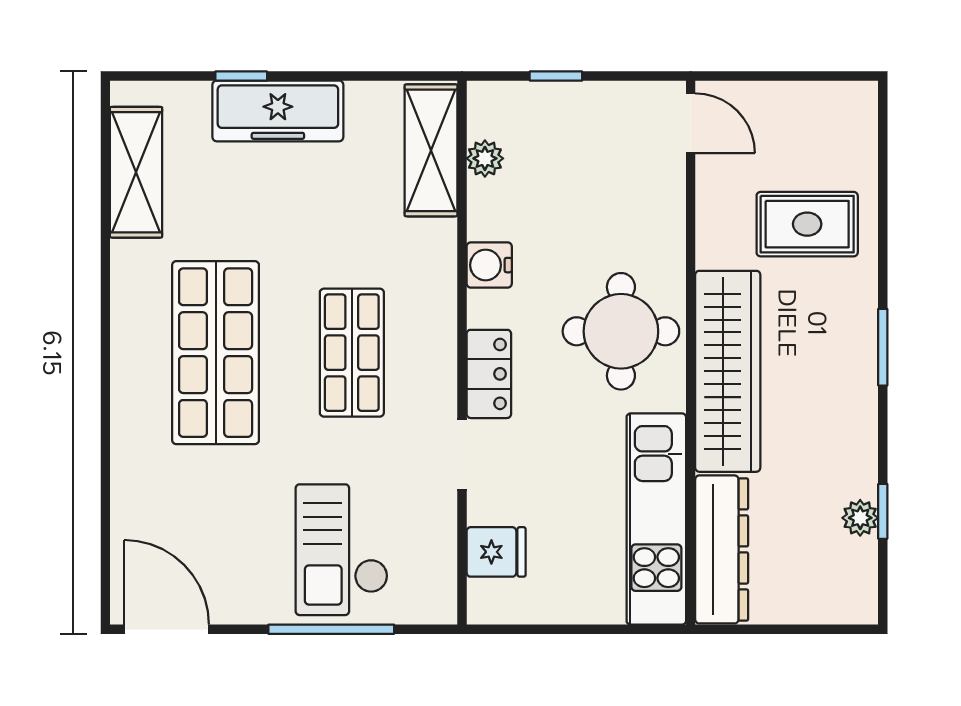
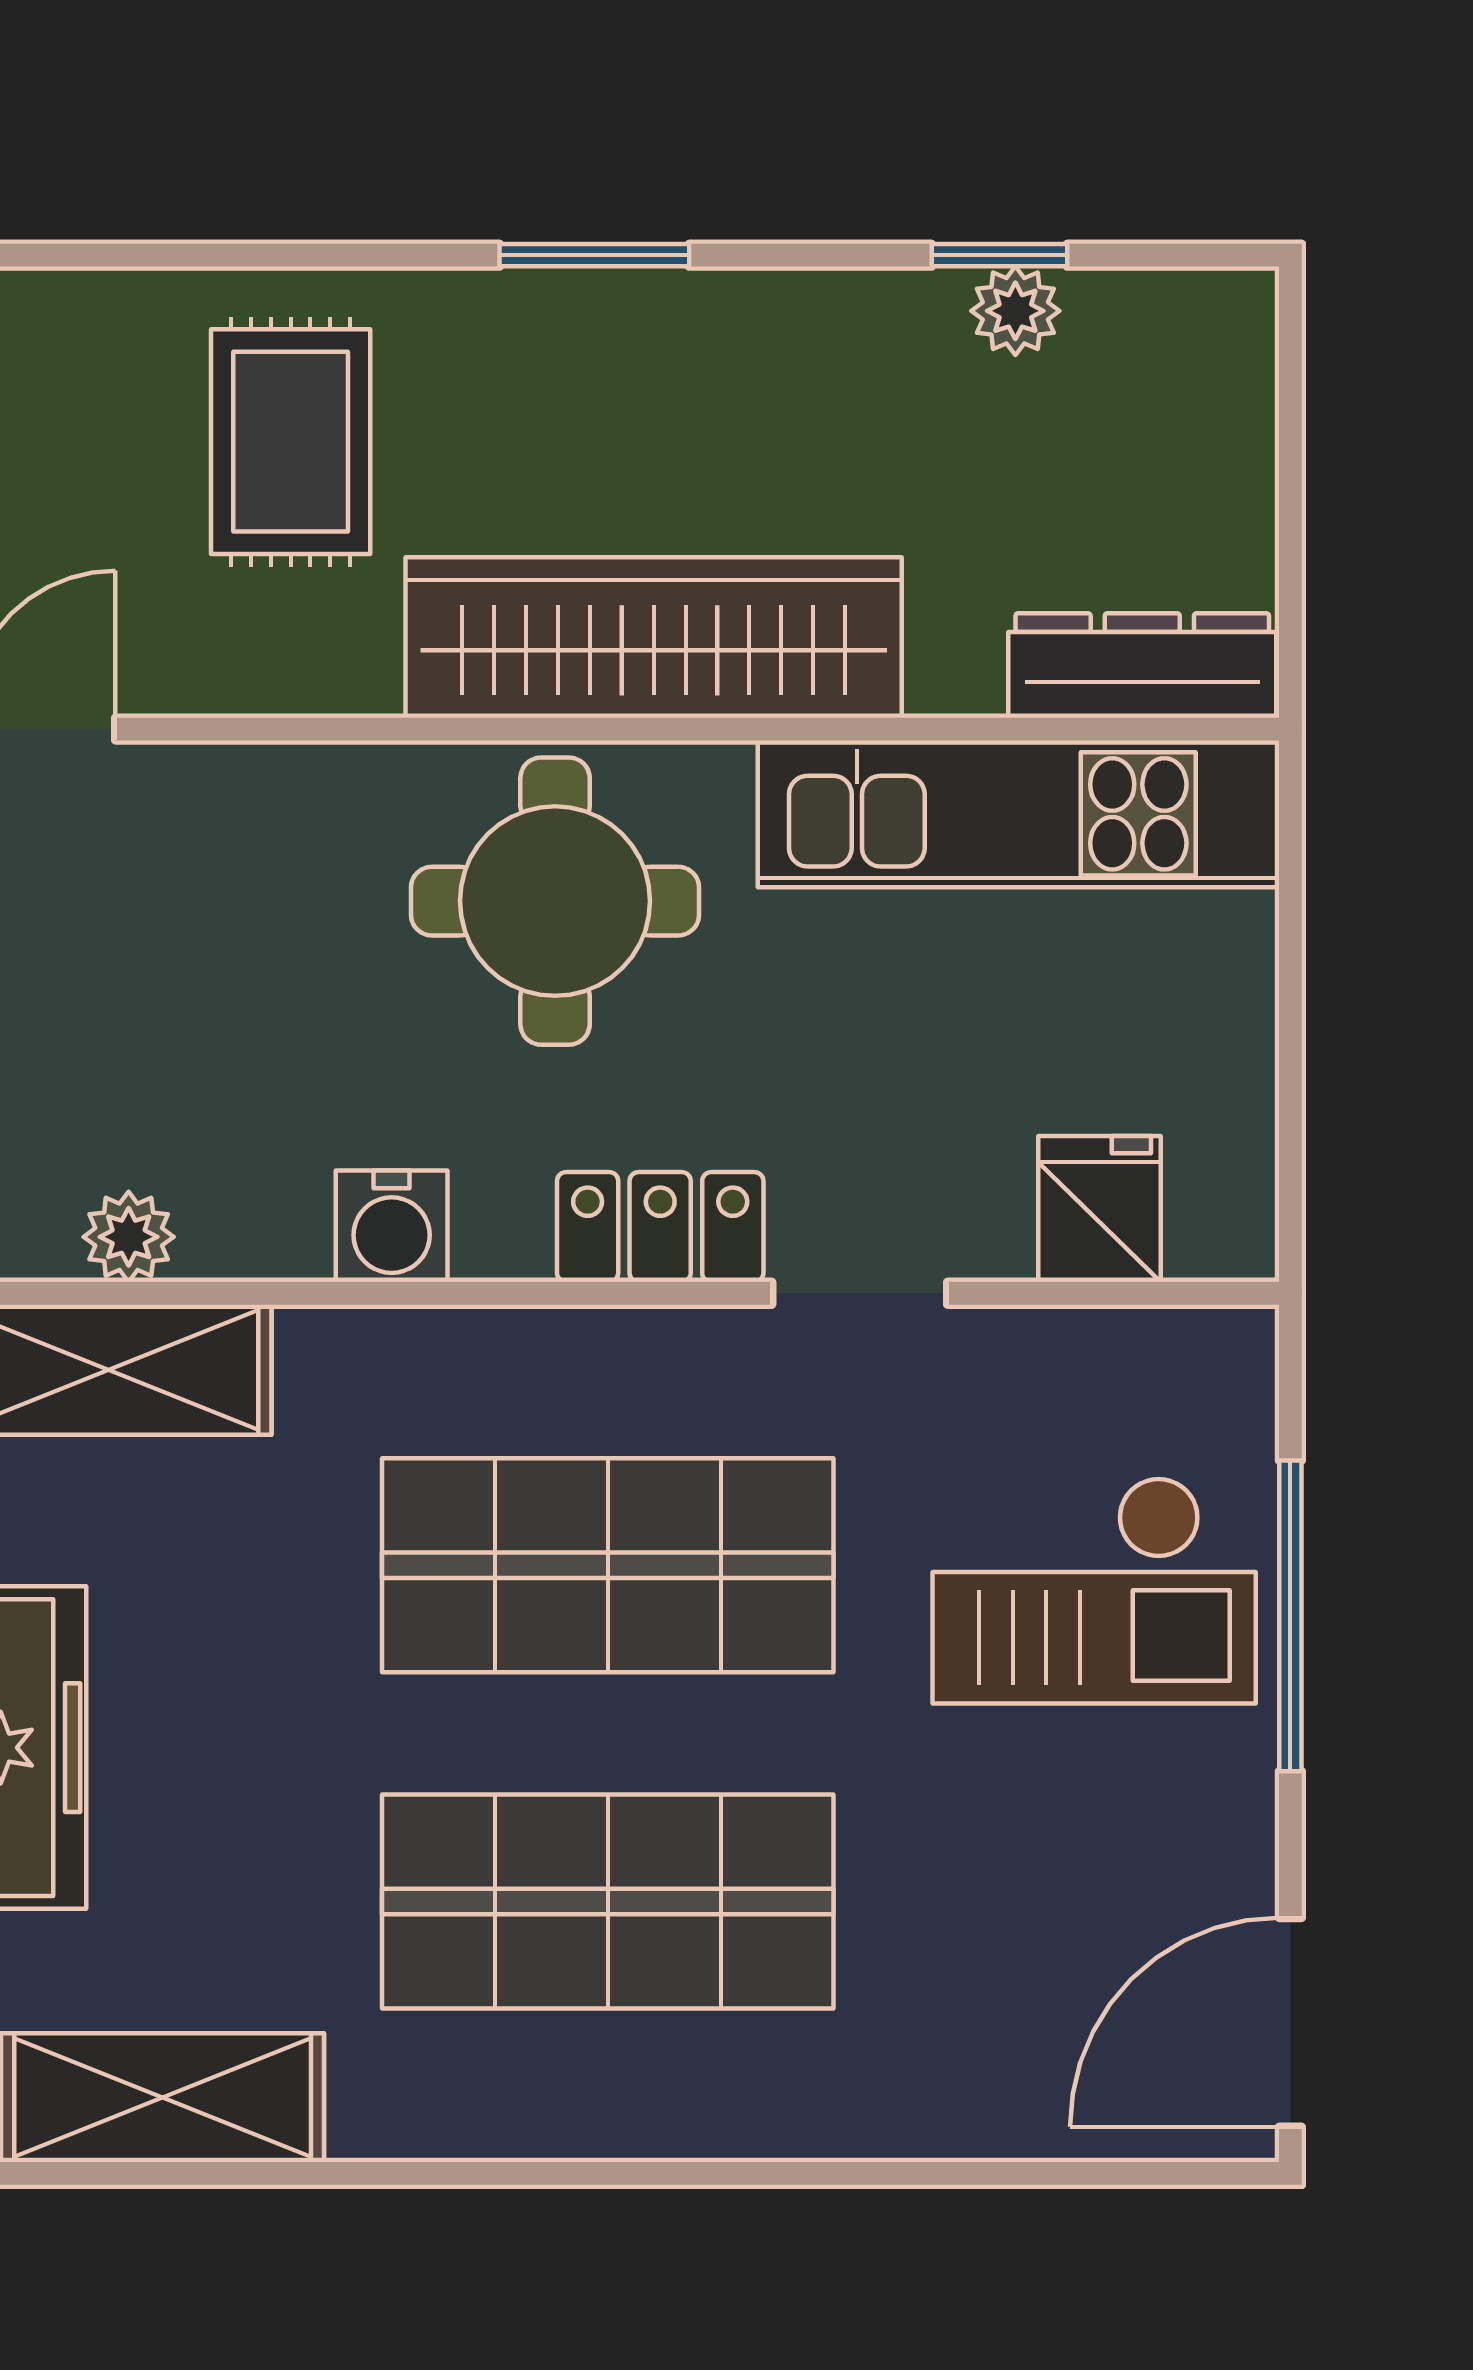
shop shelf: (352, 353) -> (608, 1565), width x1.43, depth x1.36
dresser: (722, 549) -> (1142, 665), width x0.73, depth x0.80

